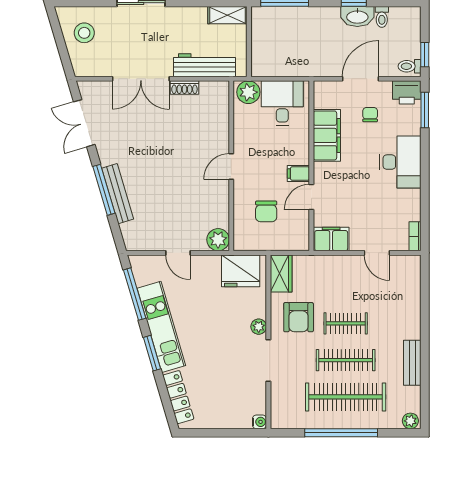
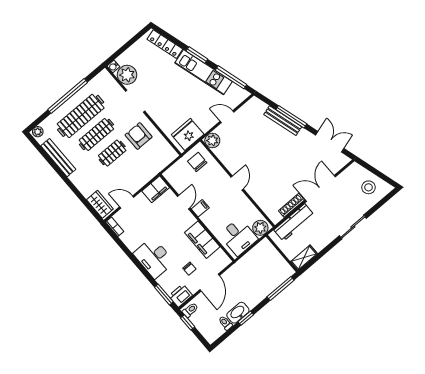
shoe rack: (184, 88) -> (291, 205), width x1.43
chair: (266, 211) -> (197, 162), moved
wardrobe: (281, 273) -> (100, 204), moved, turned 180
plant: (259, 327) -> (127, 75), moved, width x1.88, depth x1.88
bench: (412, 363) -> (58, 158), width x1.36

